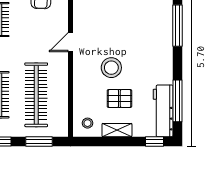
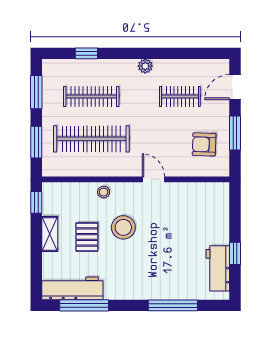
stool: (87, 123) -> (104, 192), moved
window: (154, 141) -> (36, 202), moved

